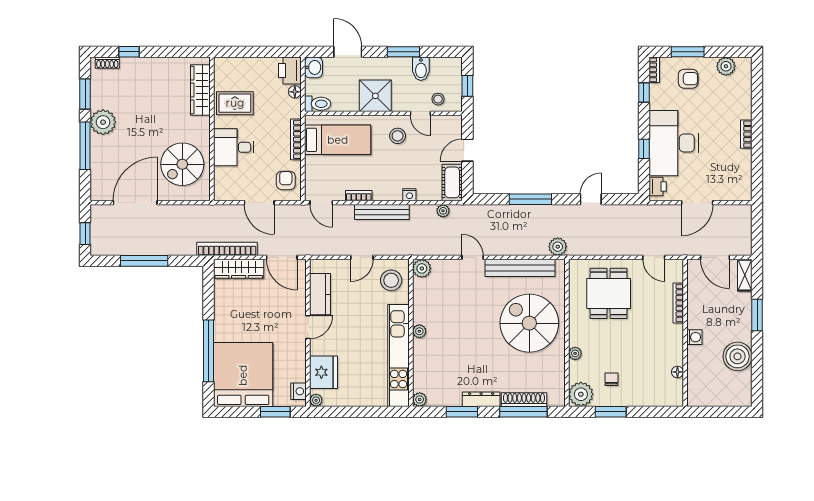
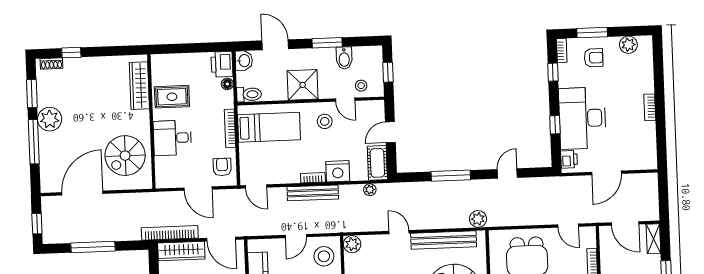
nightstand: (409, 195) -> (338, 171), width x1.89, depth x1.79
bookcase: (359, 196) -> (313, 178), moved

